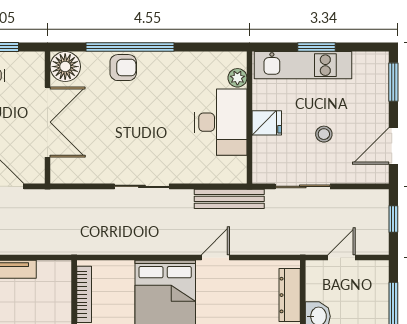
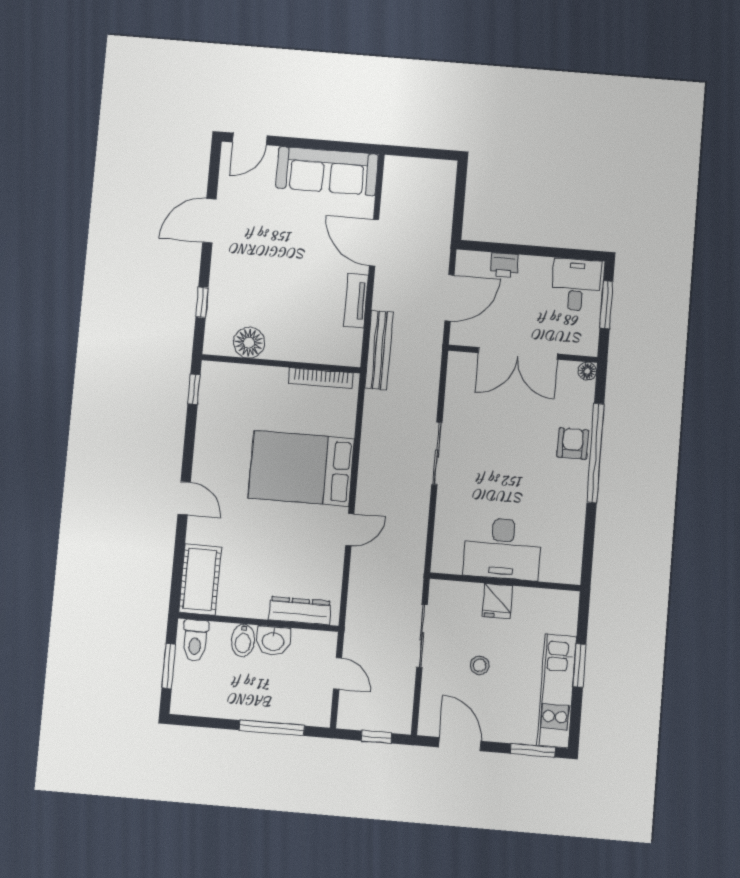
kitchen unit: (303, 65) -> (557, 691), moved
floor lamp: (65, 67) -> (587, 371), width x0.53, depth x0.53
armchair: (123, 68) -> (573, 443), turned 180
plant: (237, 78) -> (551, 572), removed
bench: (229, 199) -> (379, 350), moved
door: (215, 257) -> (350, 530), hinge flipped

